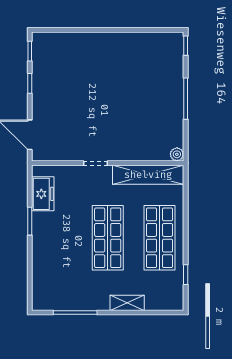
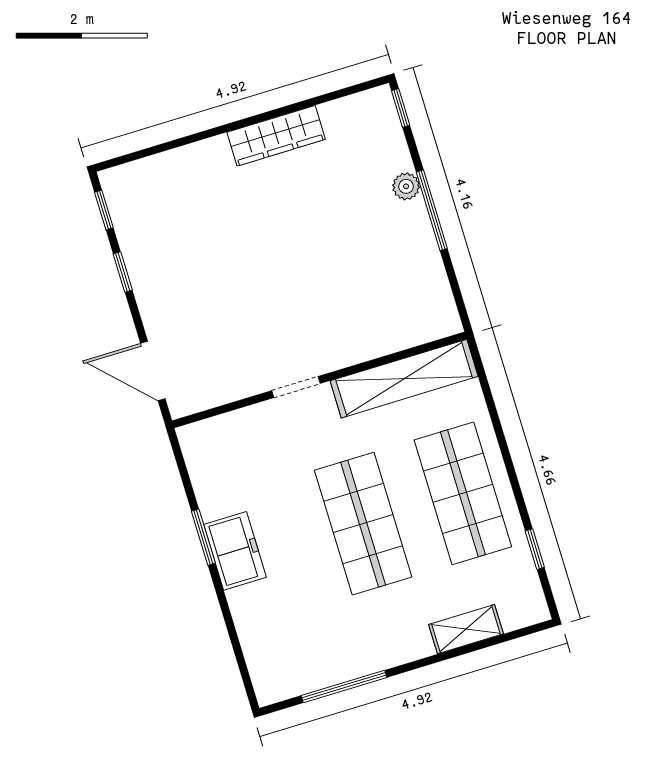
wardrobe: (122, 41) -> (276, 136), added
plant: (177, 154) -> (406, 186), moved
freezer: (43, 194) -> (235, 551), moved
shelving: (127, 303) -> (466, 629), moved

